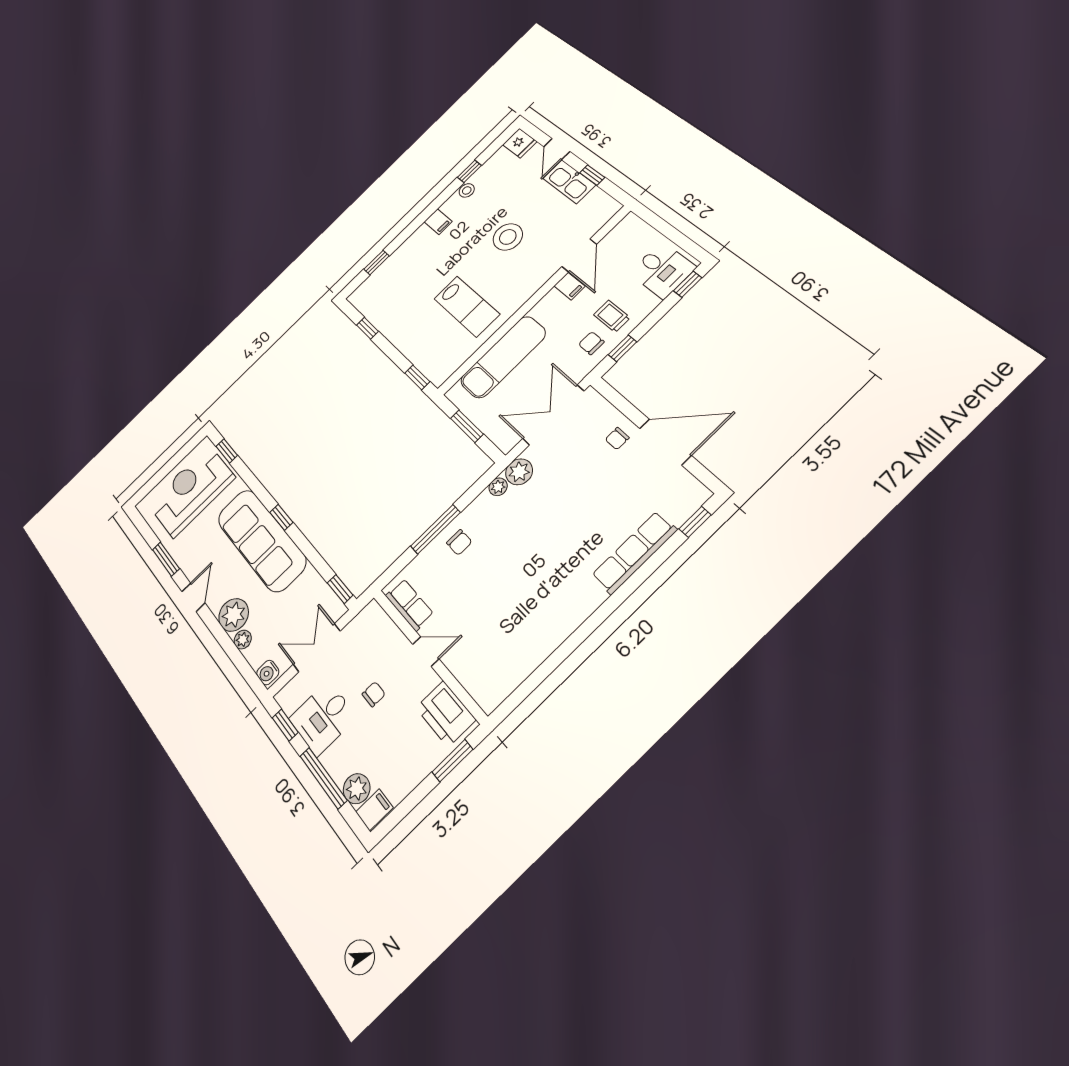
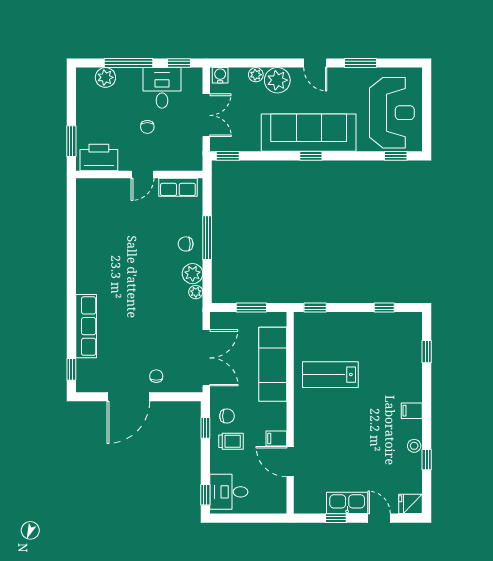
stool: (508, 237) -> (351, 438), removed
plant: (519, 472) -> (193, 274), moved
filing cabinet: (374, 810) -> (86, 79), removed

